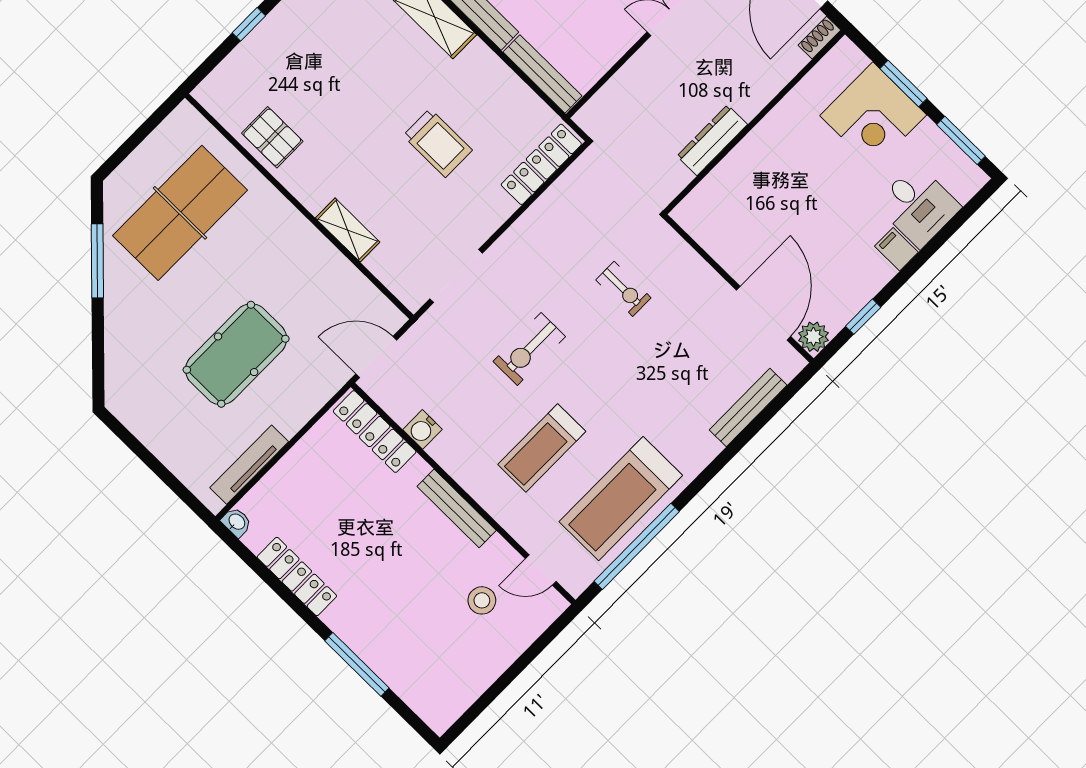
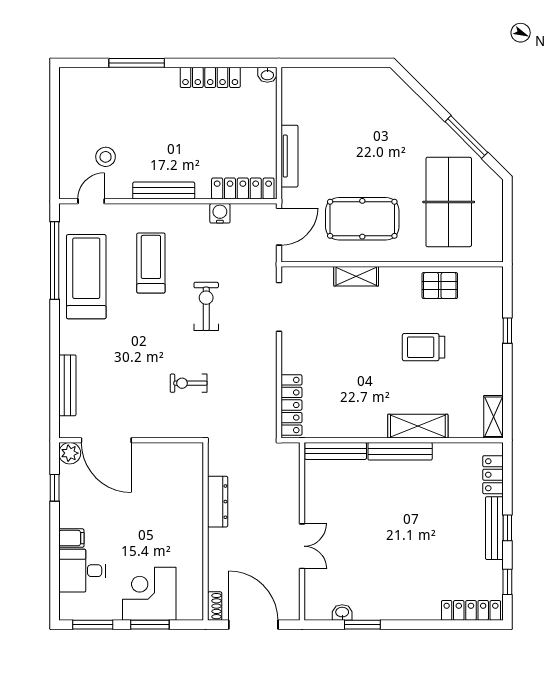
trolley: (438, 143) -> (424, 347), moved
pool table: (236, 354) -> (362, 219), moved, turned 90
tv unit: (249, 465) -> (289, 156), moved

